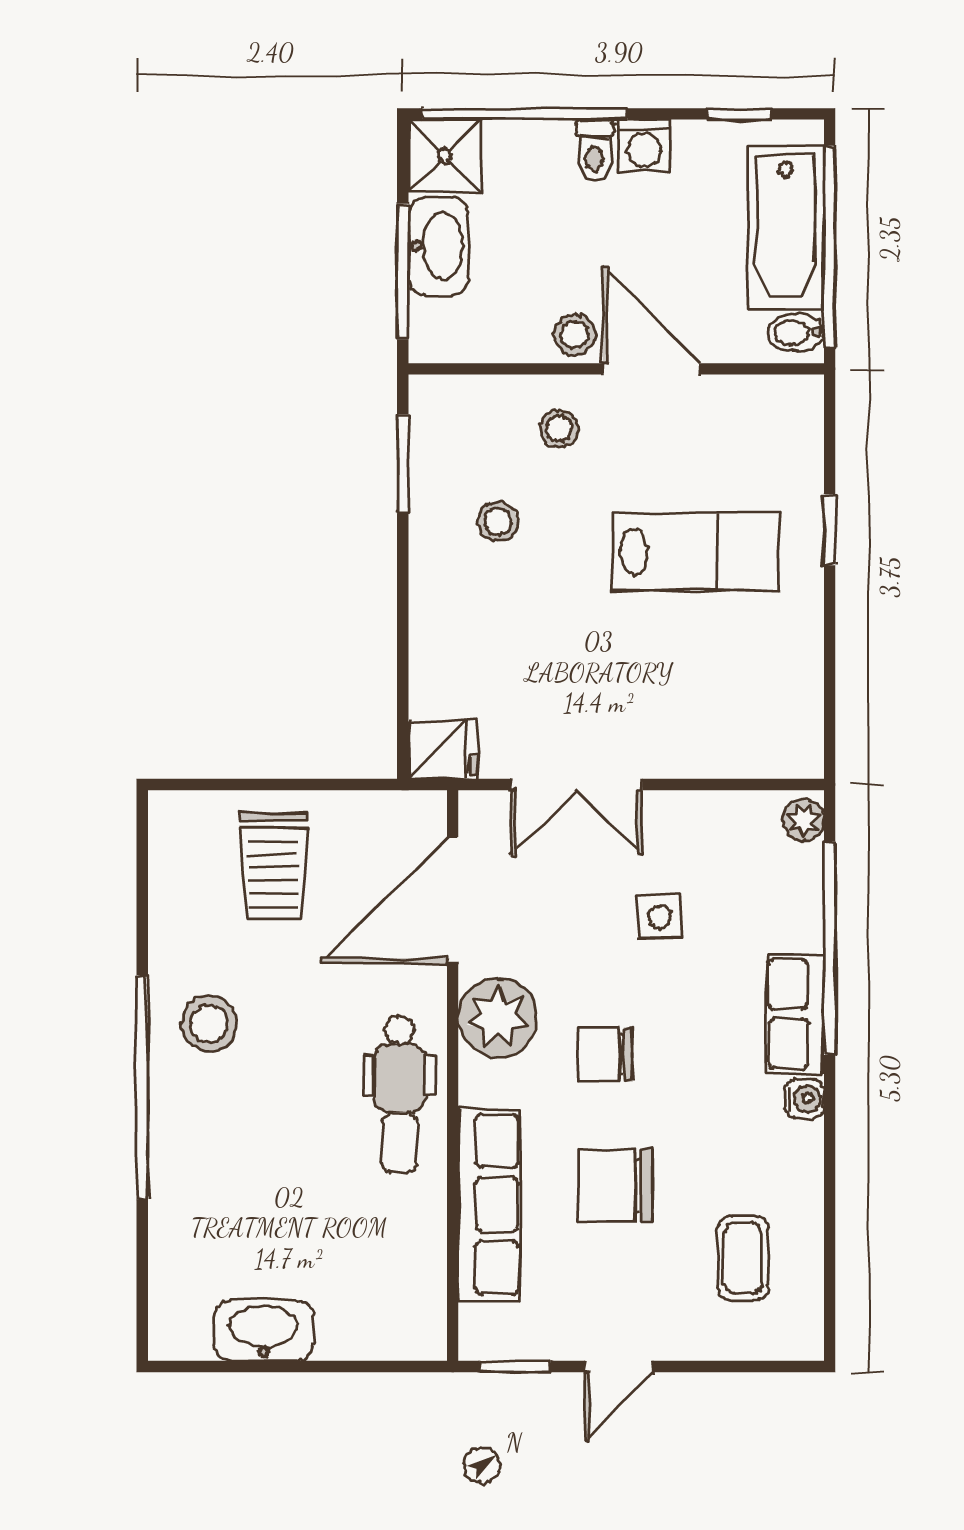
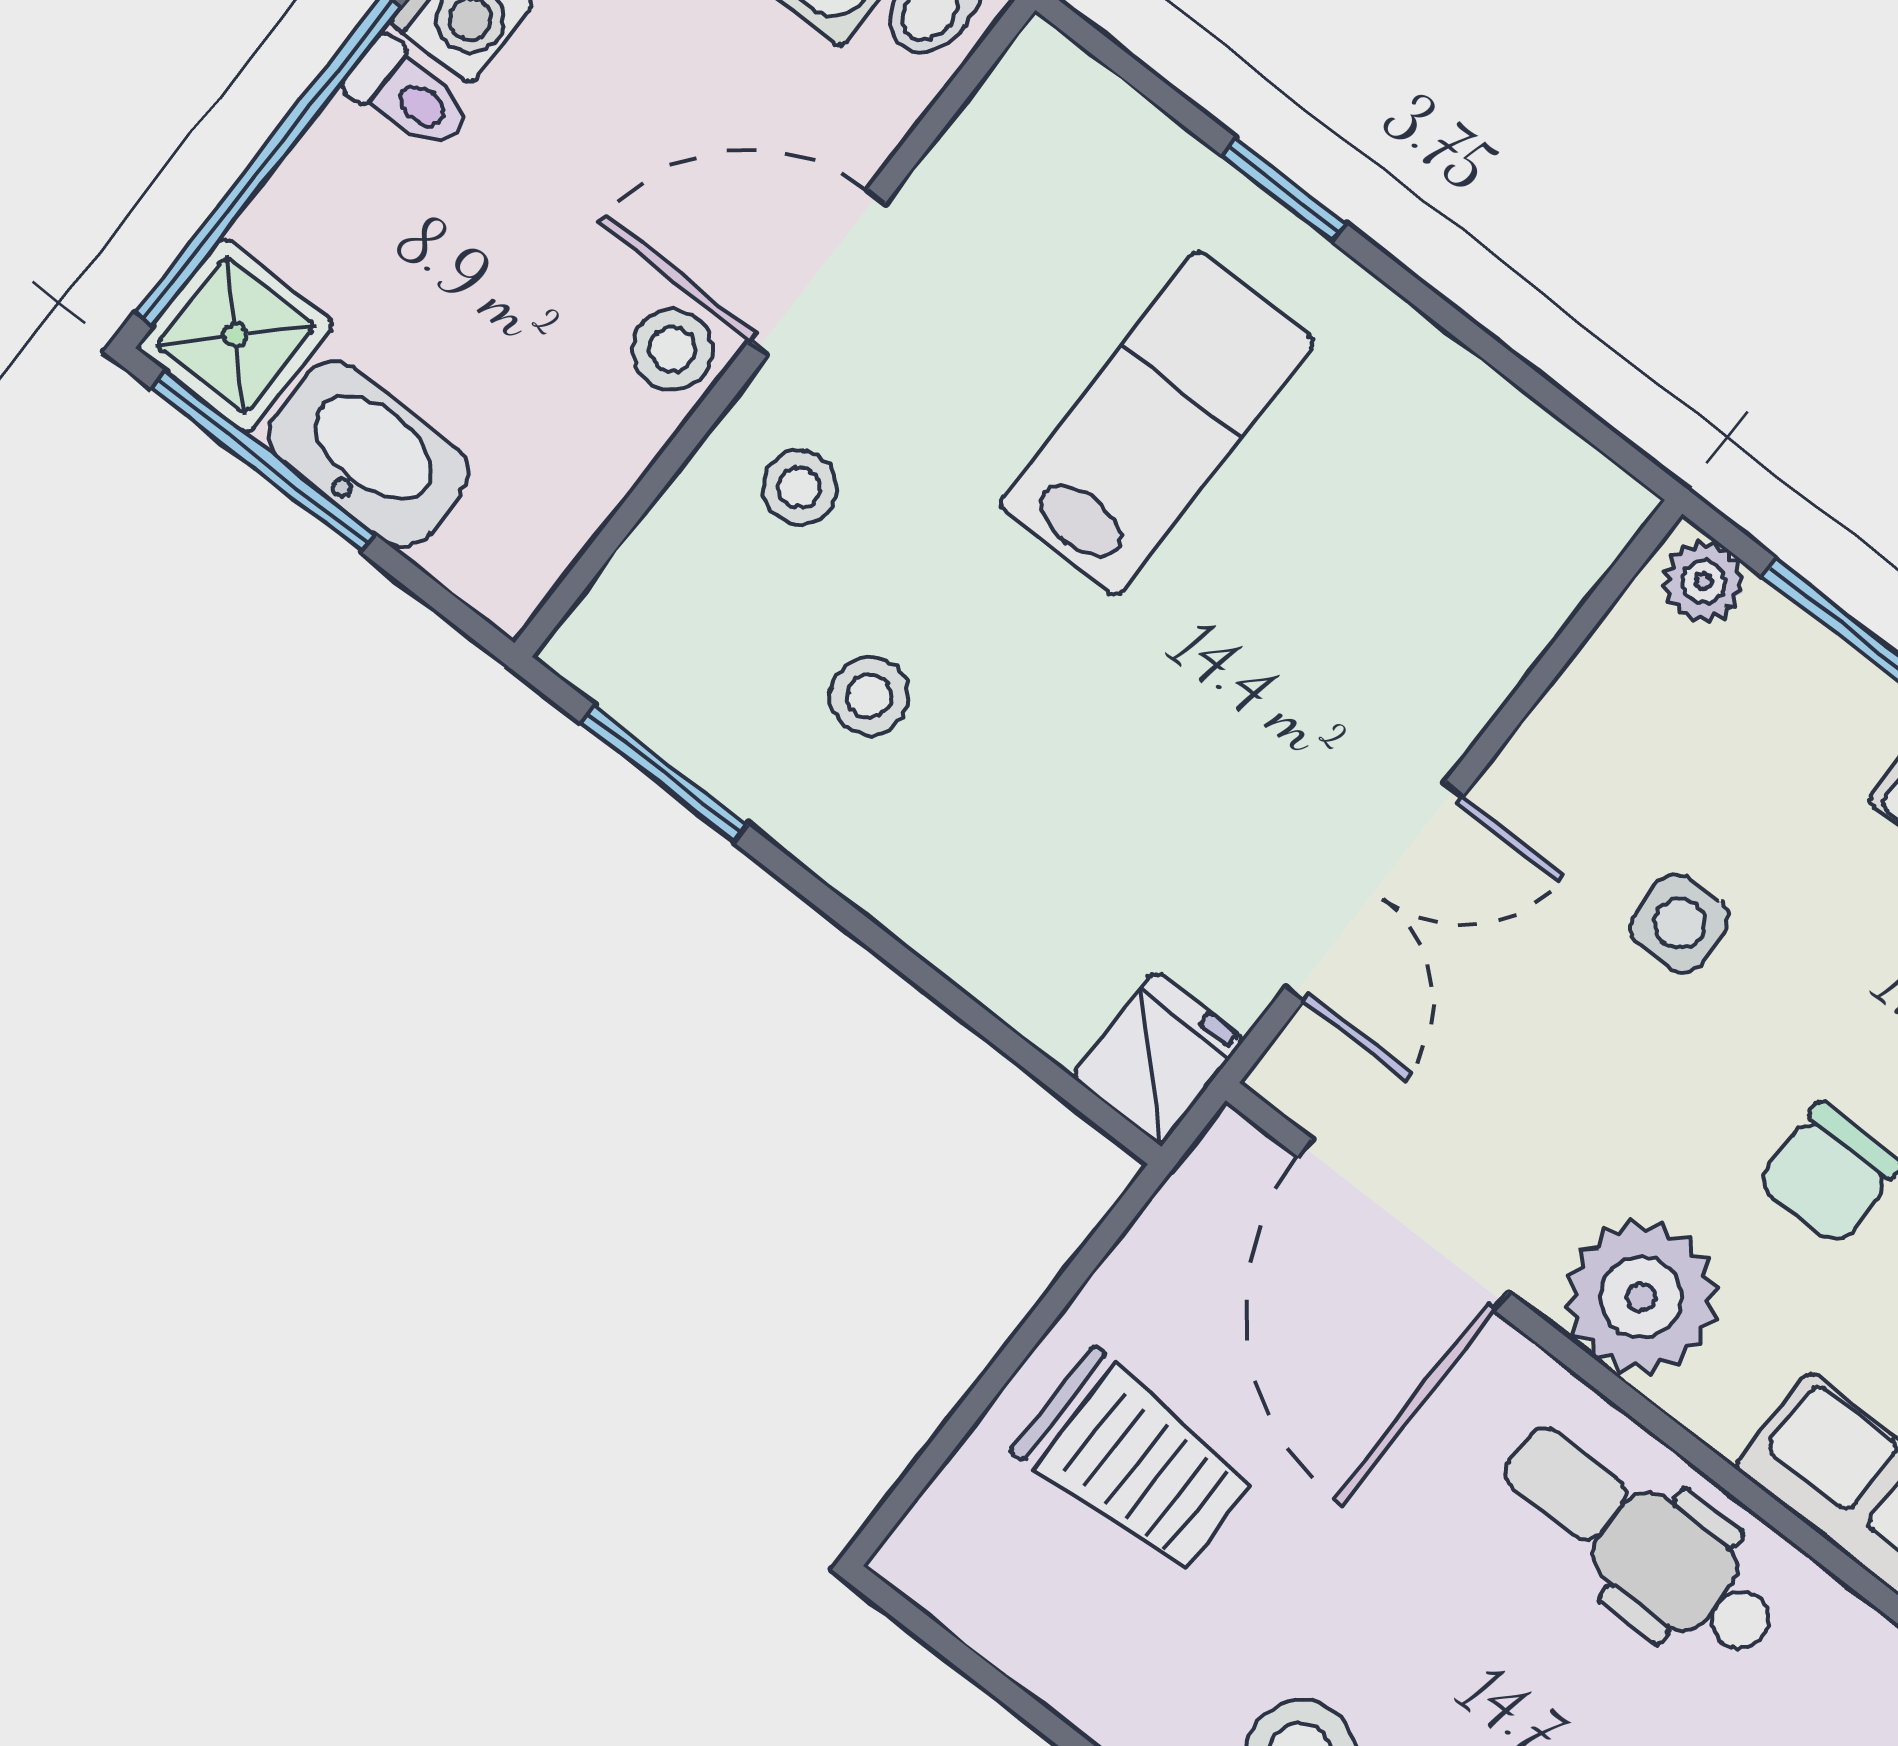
window: (403, 272) -> (263, 461), moved
dental chair: (399, 1094) -> (1641, 1543), turned 180

